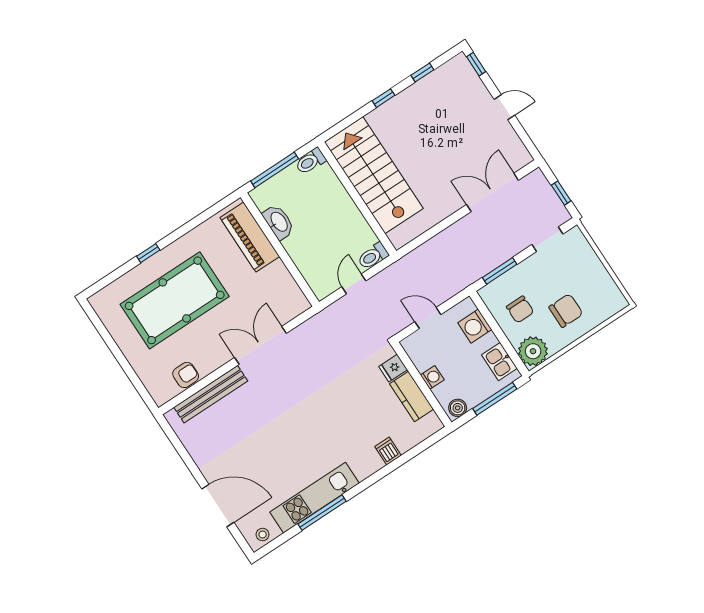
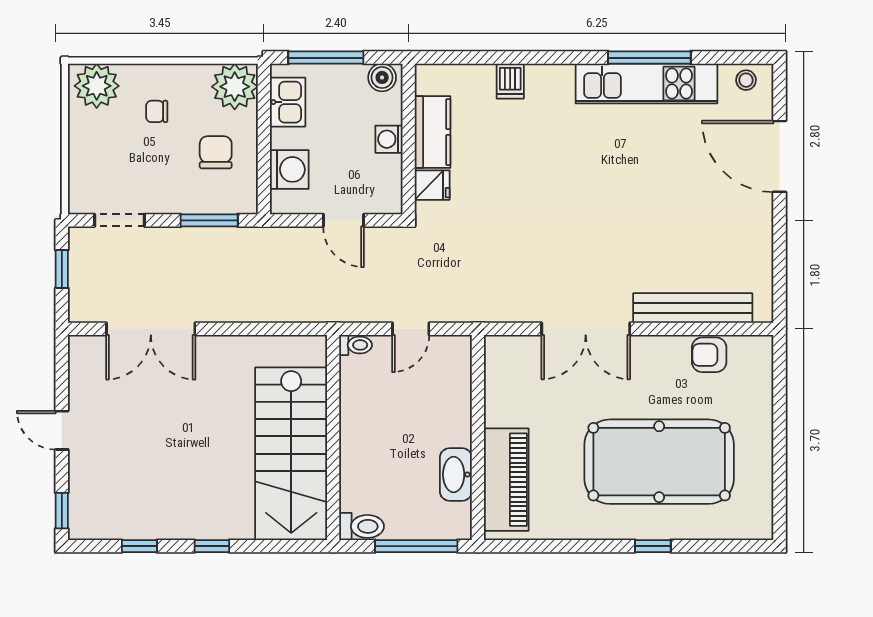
toilet: (373, 256) -> (356, 345), width x0.73, depth x0.72
plant: (607, 303) -> (97, 86), added
chair: (566, 311) -> (157, 111), width x0.54, depth x0.54

